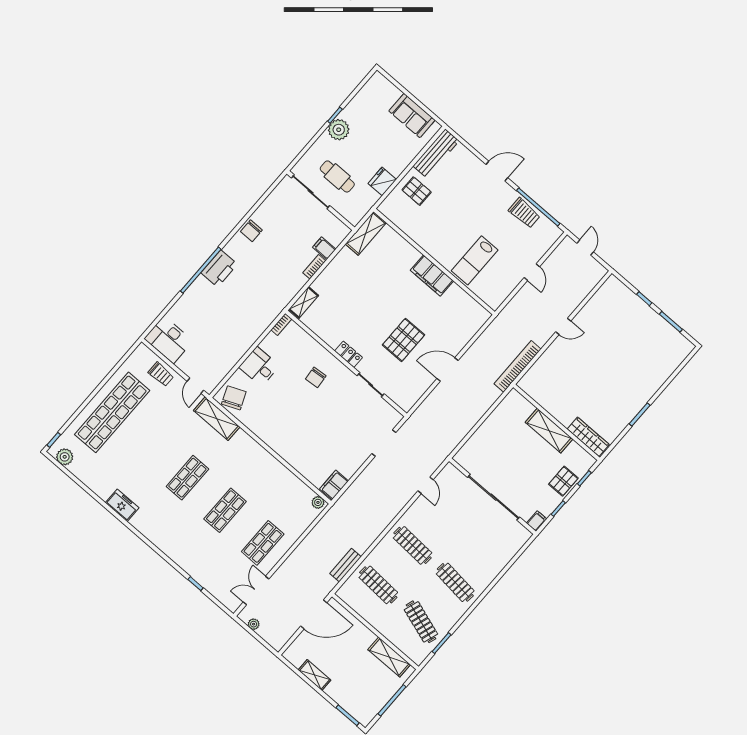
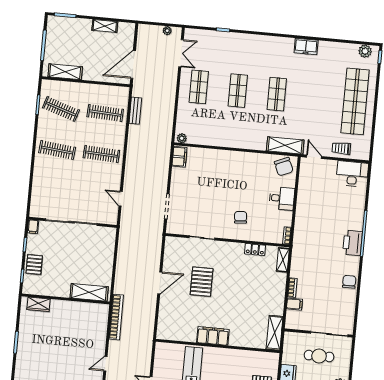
locker: (349, 354) -> (255, 250), moved
shelving: (549, 431) -> (89, 292), moved
wardrobe: (588, 437) -> (39, 304), width x0.67

